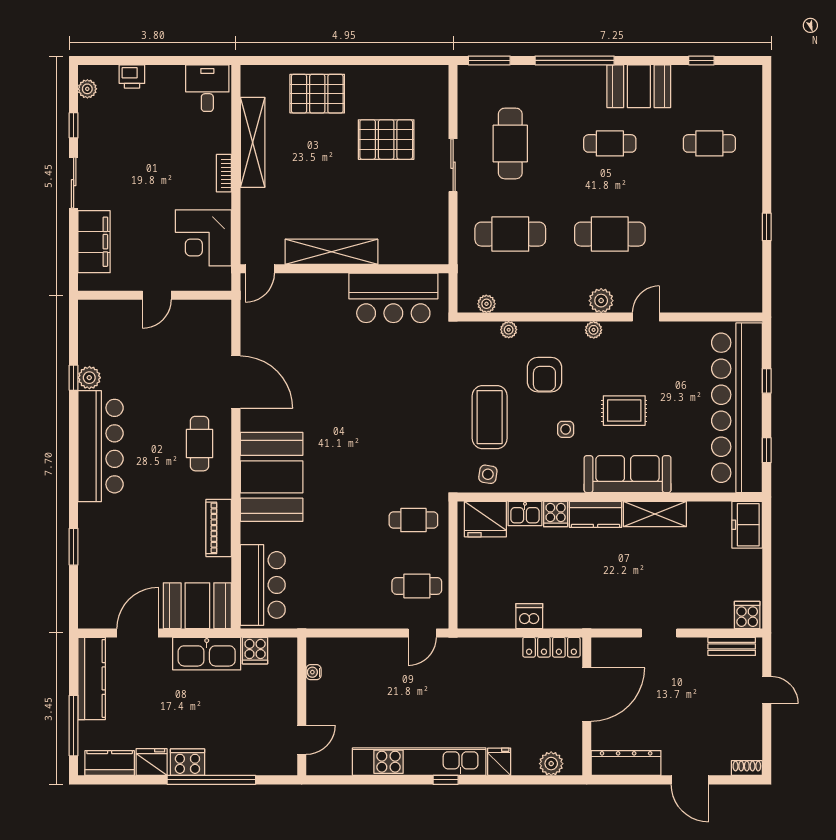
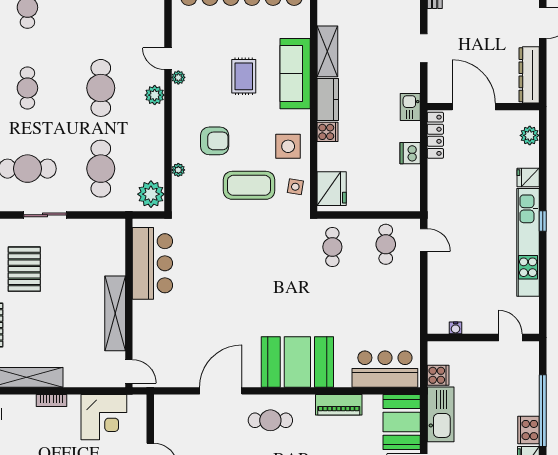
plant: (486, 304) -> (151, 194), width x1.88, depth x1.88
plant: (594, 330) -> (178, 77), moved
side table: (566, 429) -> (288, 146), moved, width x1.87, depth x1.87
kitchen sink: (525, 514) -> (410, 107), moved, turned 180

